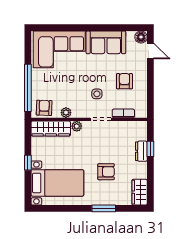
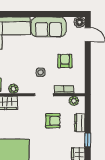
plant: (77, 126) -> (74, 101), moved
window: (150, 149) -> (88, 140), moved
armchair: (106, 172) -> (53, 121), moved

